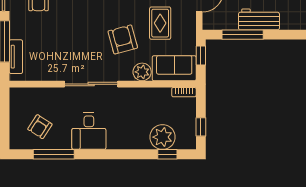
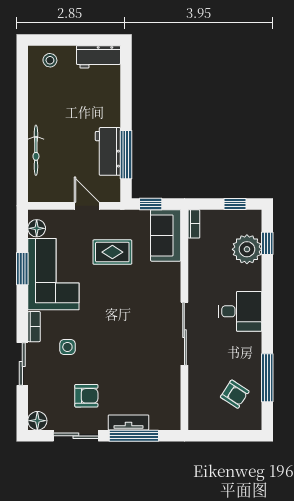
workbench: (259, 19) -> (108, 151), moved
armchair: (123, 39) -> (132, 296), removed
tv unit: (16, 57) -> (128, 422), moved
plant: (142, 72) -> (170, 273), removed
desk: (89, 131) -> (240, 311), moved

